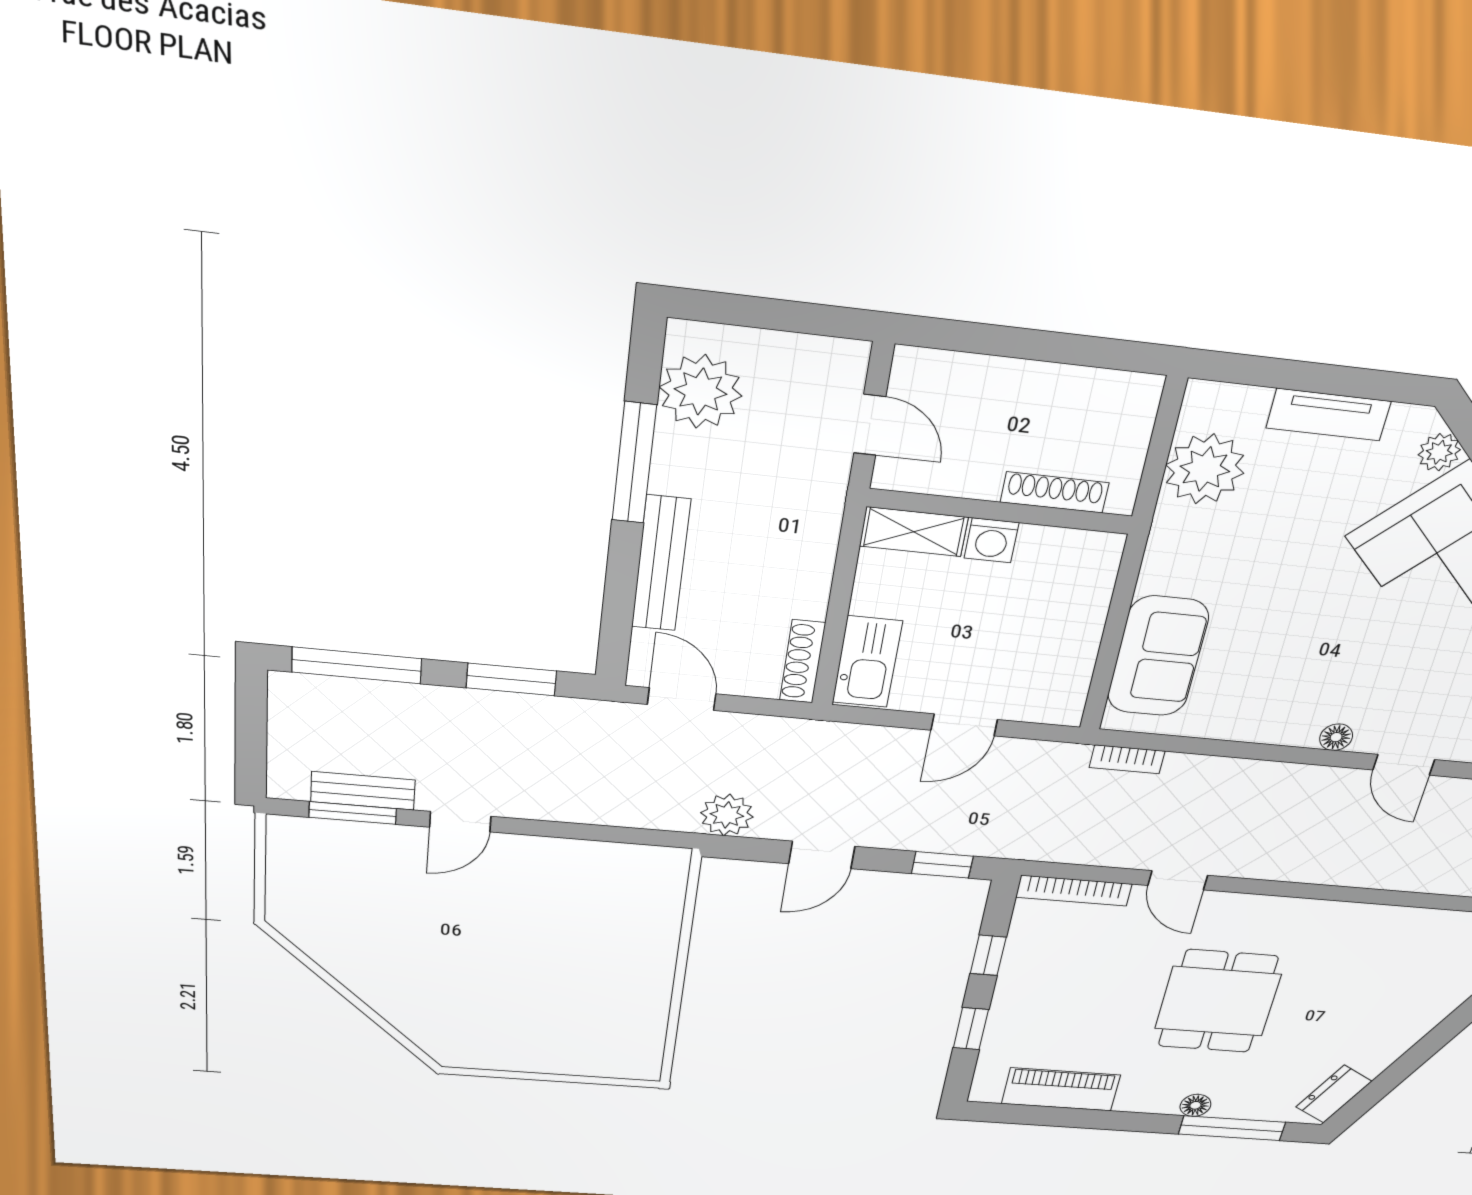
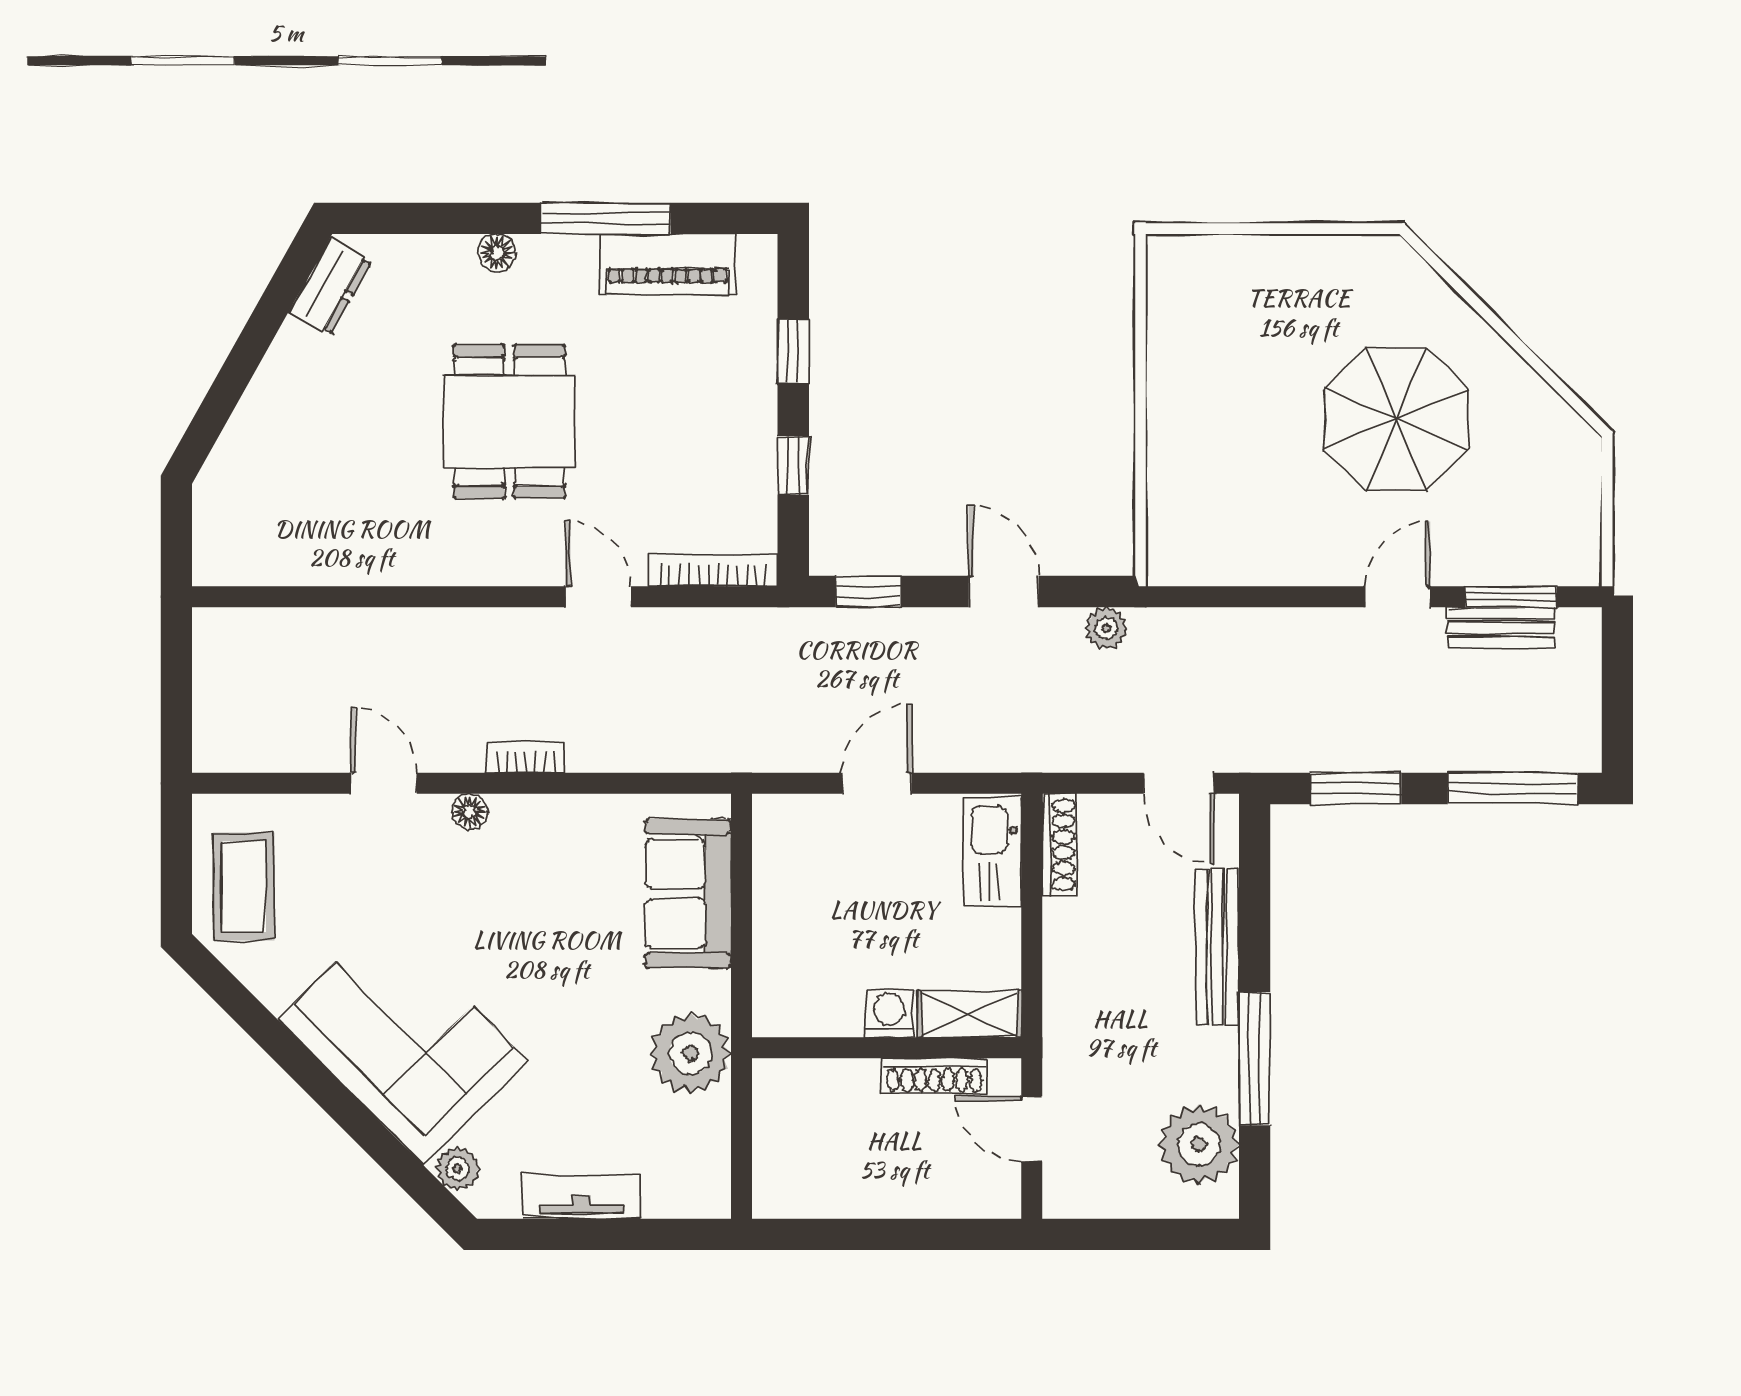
plant: (1205, 469) -> (690, 1053), moved
shoe rack: (1055, 492) -> (934, 1076), moved
bookcase: (1127, 759) -> (526, 757), moved
plant: (727, 815) -> (1106, 628), width x0.73, depth x0.73
door: (822, 855) -> (1004, 592), hinge flipped
parasol: (453, 947) -> (1396, 419), added
window: (1232, 1128) -> (606, 218), moved

